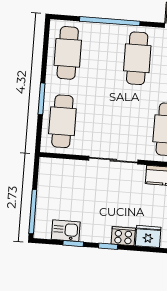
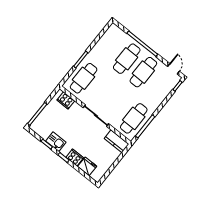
cafe table: (68, 53) -> (127, 59), moved
cooker: (59, 167) -> (66, 100), added
kitchen sink: (66, 231) -> (56, 142), moved

